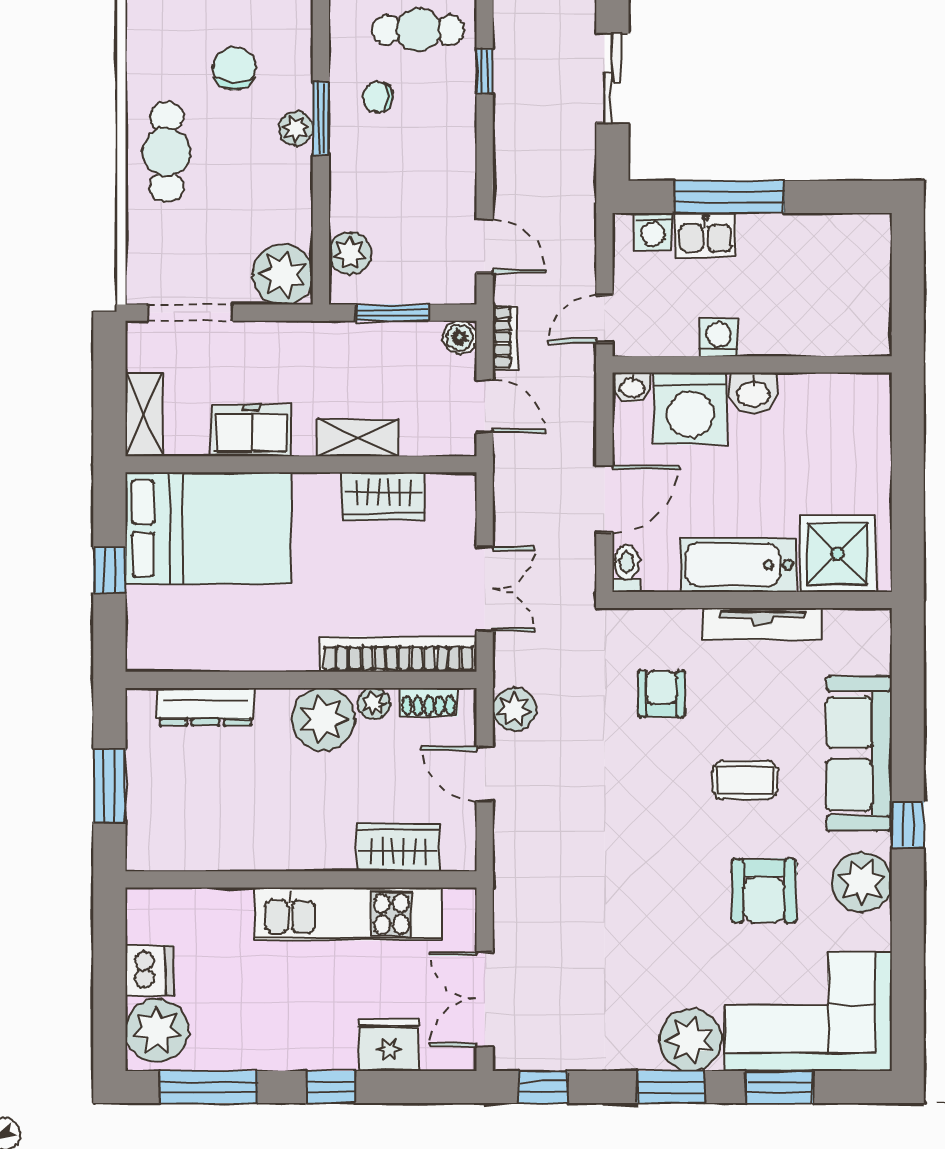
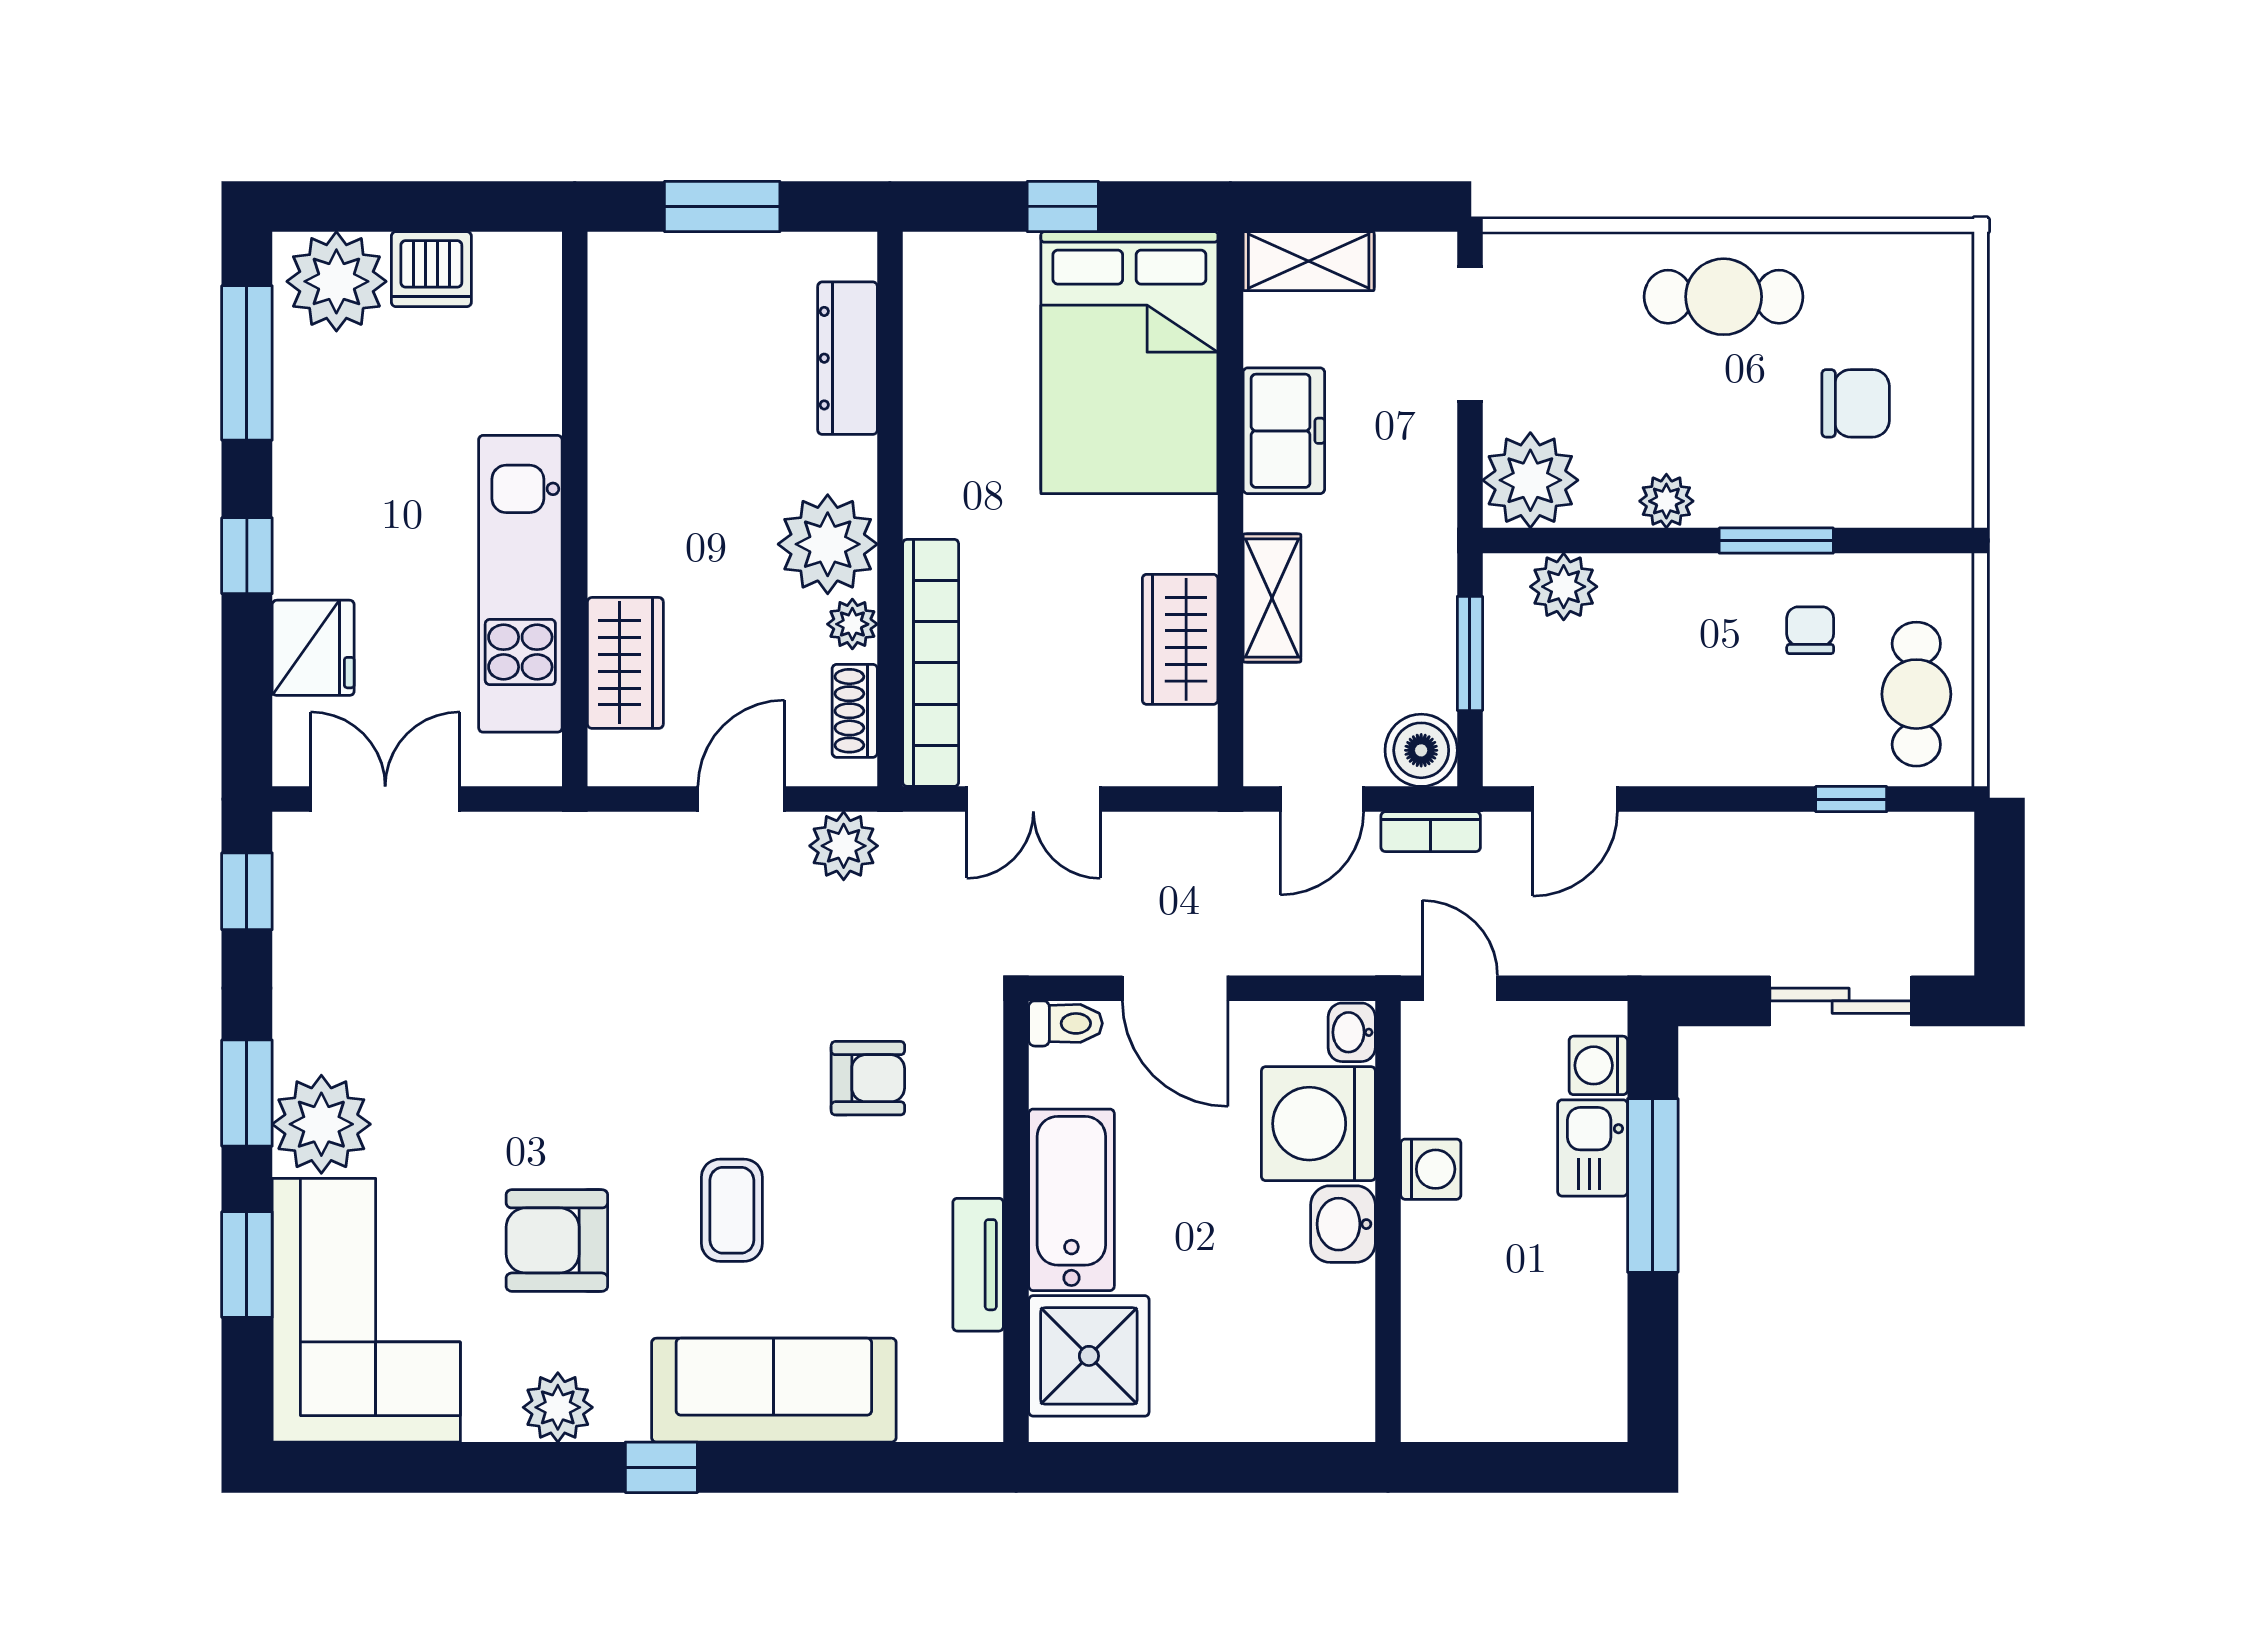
plant: (296, 129) -> (1666, 501), moved
boiler: (460, 337) -> (1421, 750), width x1.36, depth x1.36
tv unit: (762, 624) -> (978, 1265), width x0.71
plant: (862, 882) -> (558, 1407), width x0.73, depth x0.73

